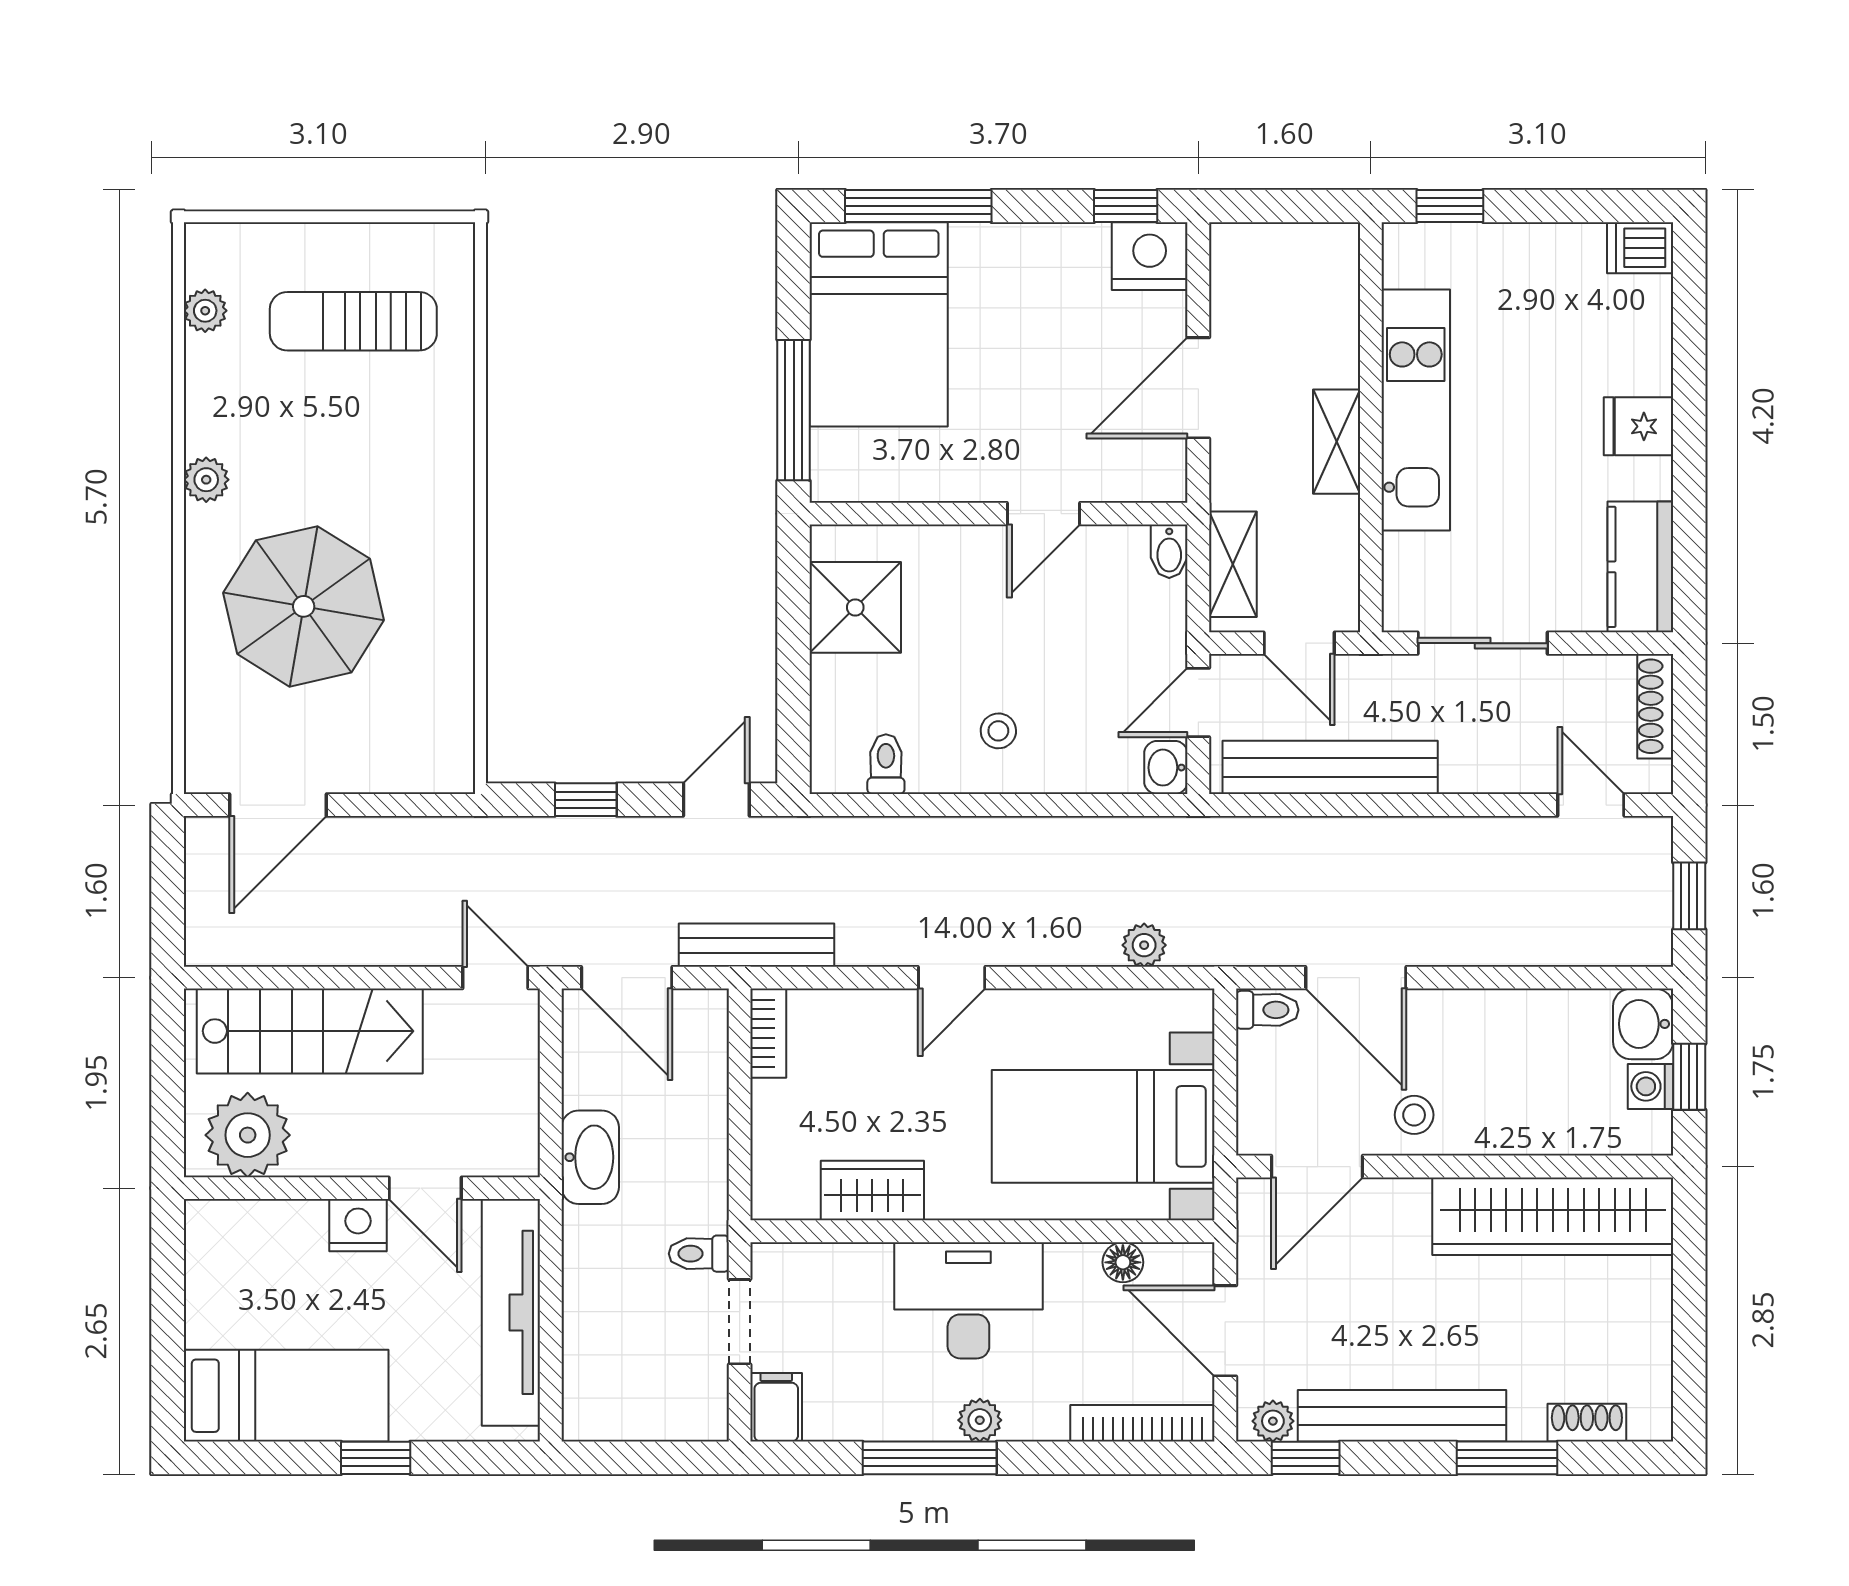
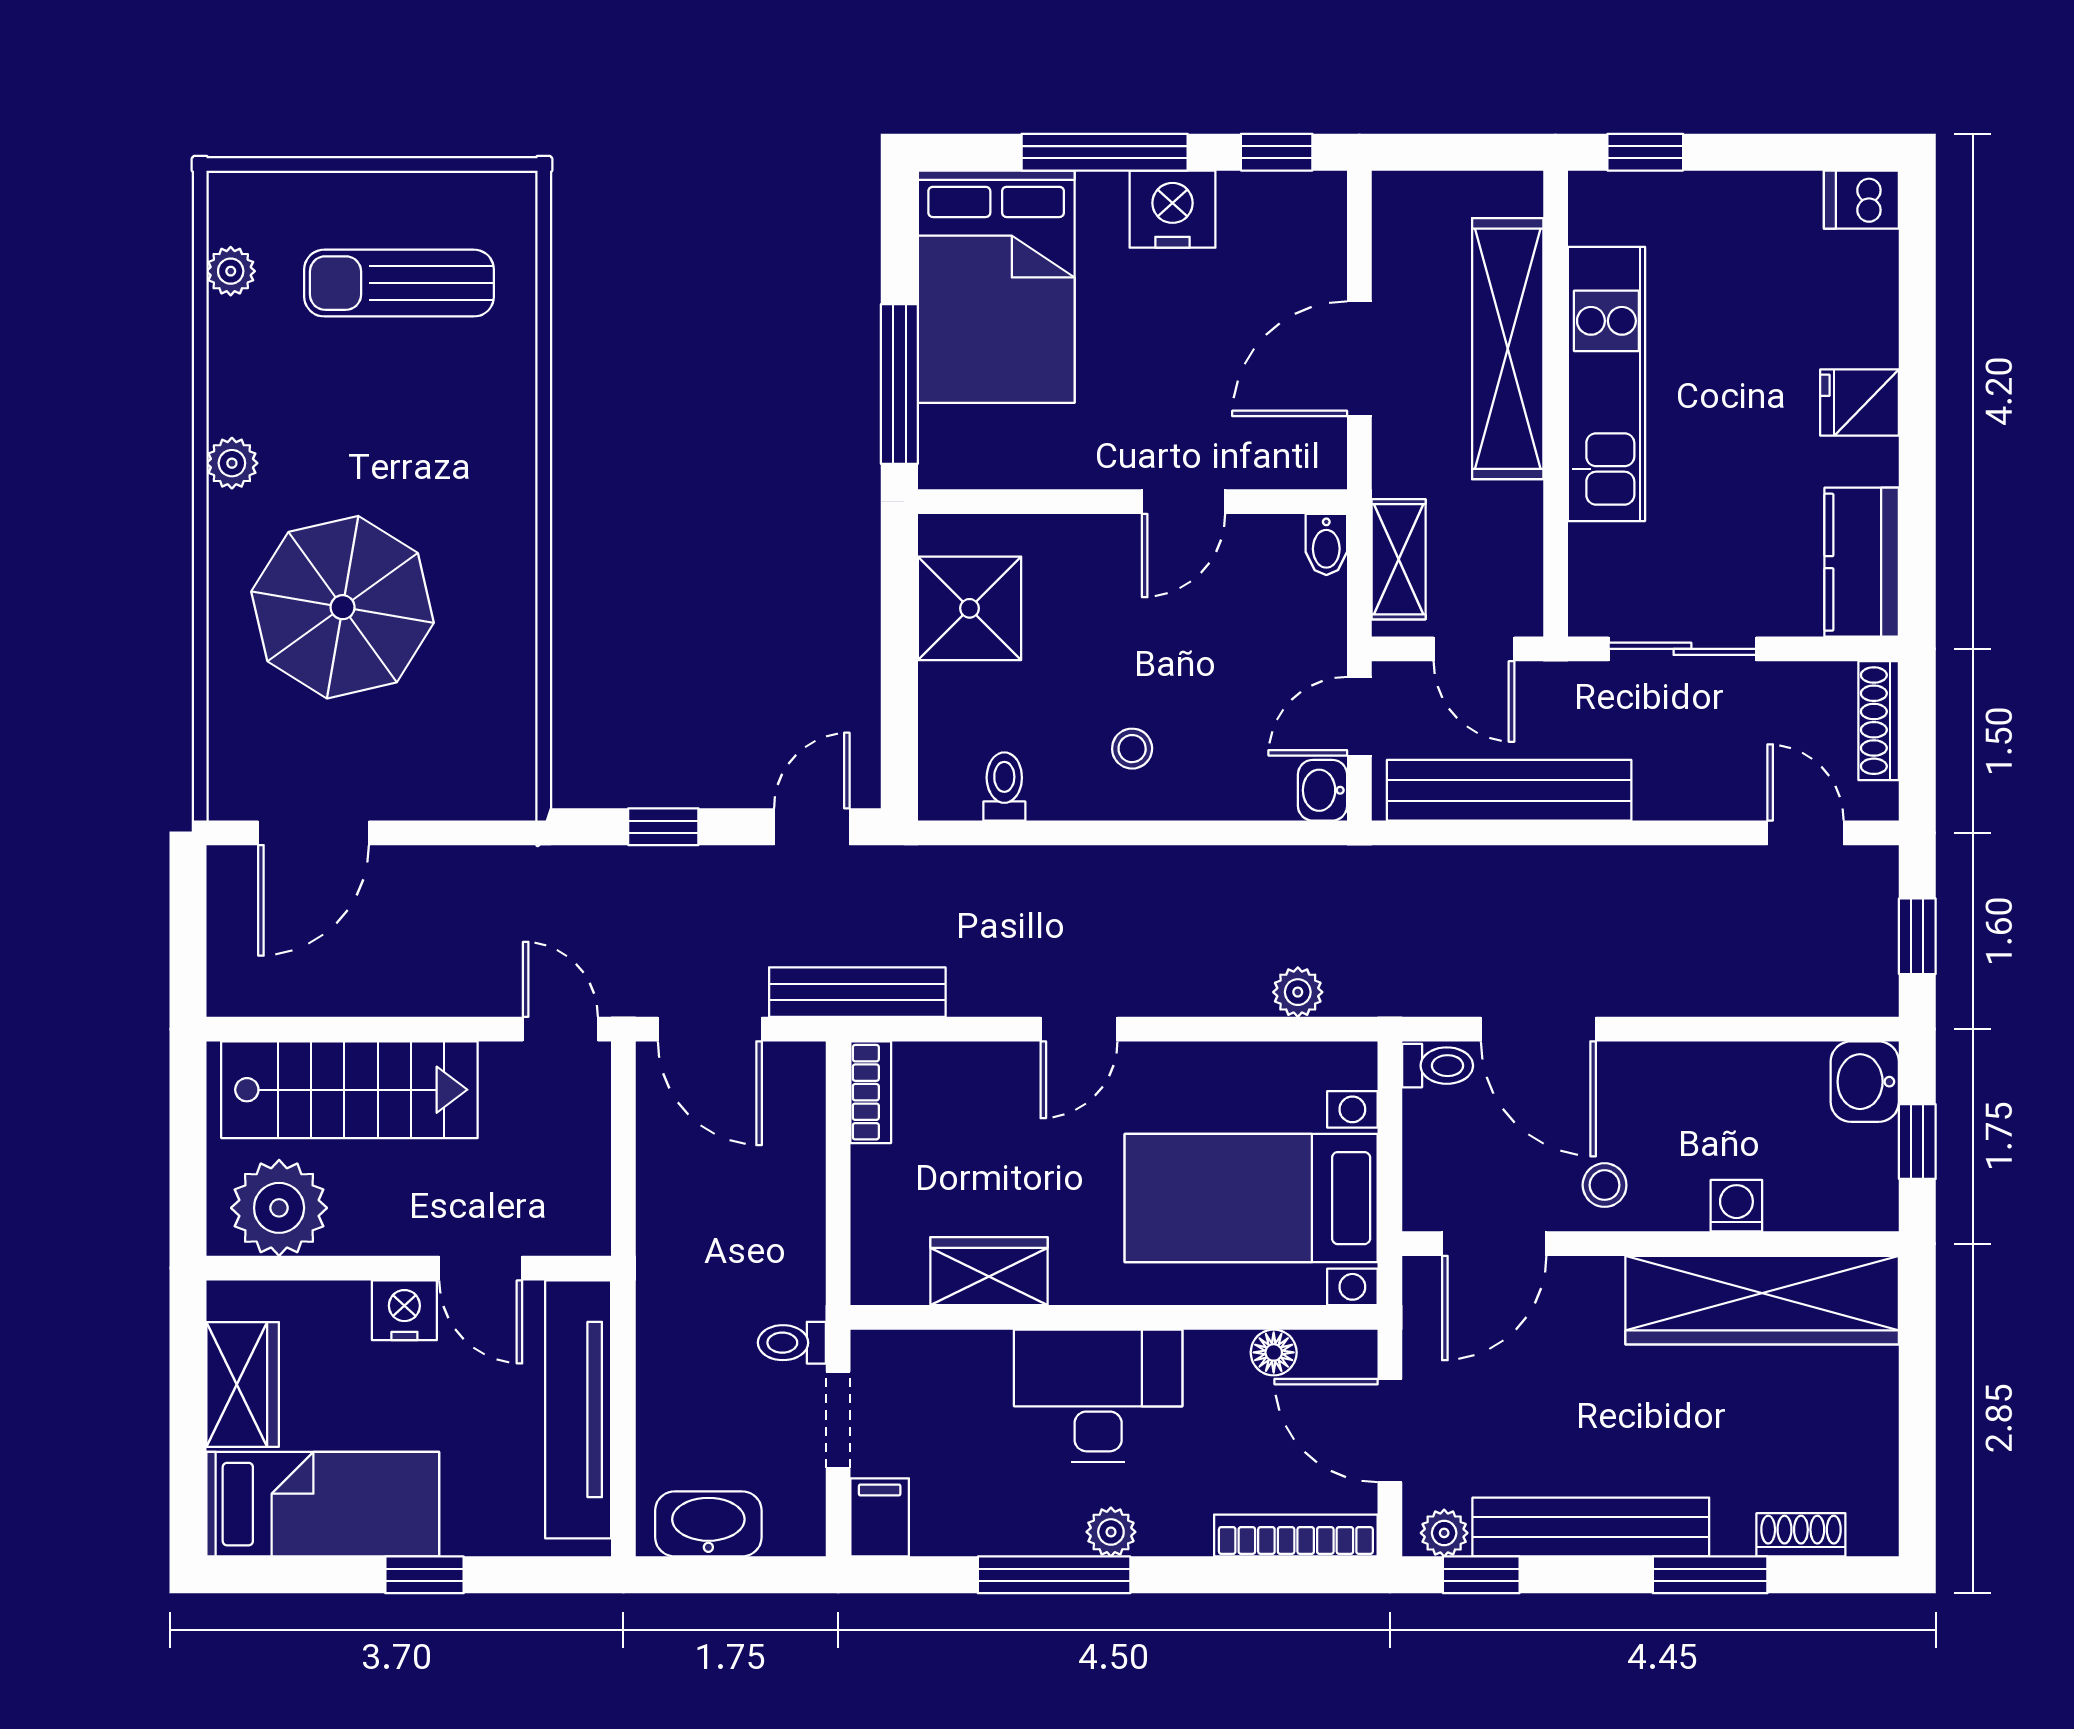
window: (918, 206) -> (1105, 152), moved
nightstand: (1150, 256) -> (1172, 209), moved
shelving: (1337, 442) -> (1508, 349), width x2.20, depth x1.33
washing machine: (1650, 1086) -> (1736, 1206), moved, turned 90
washbasin: (590, 1157) -> (708, 1524), moved, turned -90
wardrobe: (216, 1290) -> (243, 1384), added

